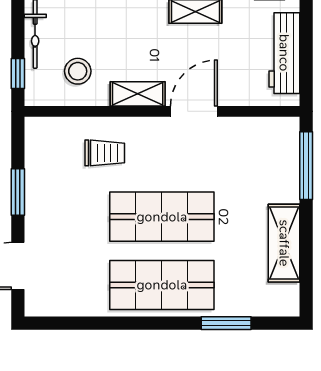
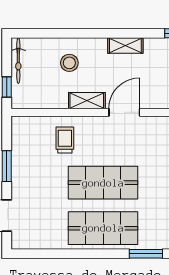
stool: (78, 71) -> (69, 63), moved
trolley: (105, 153) -> (65, 140), turned -90

